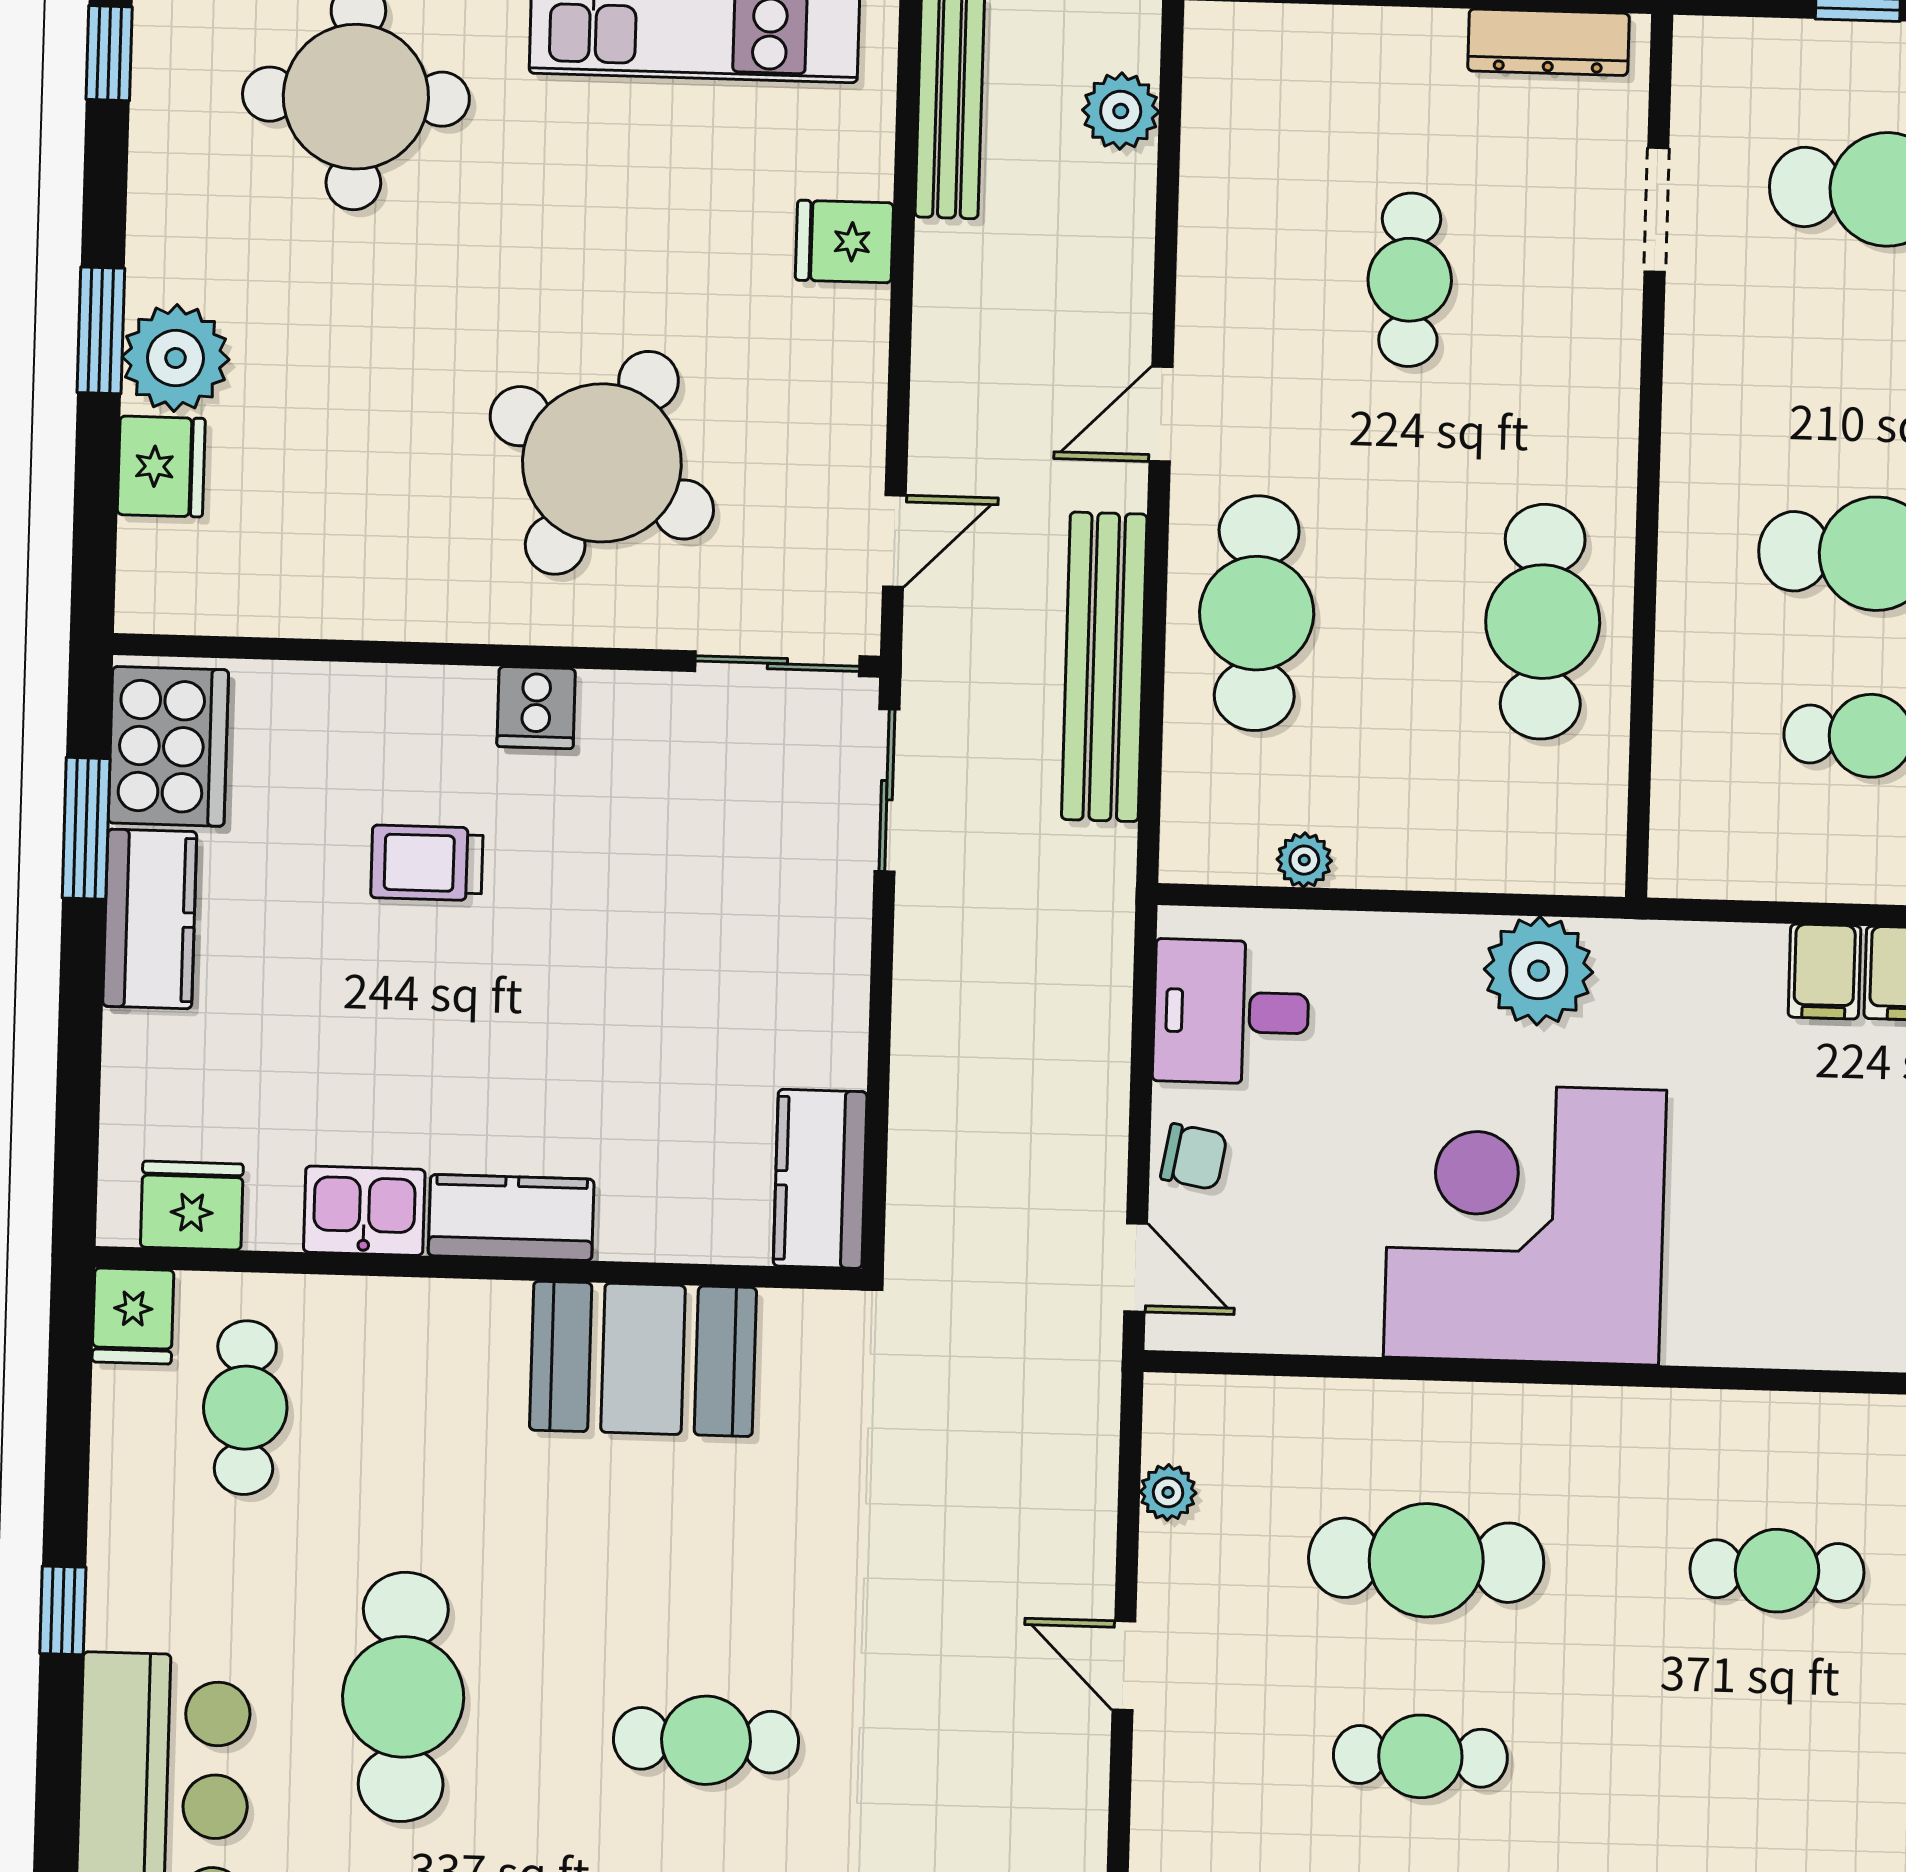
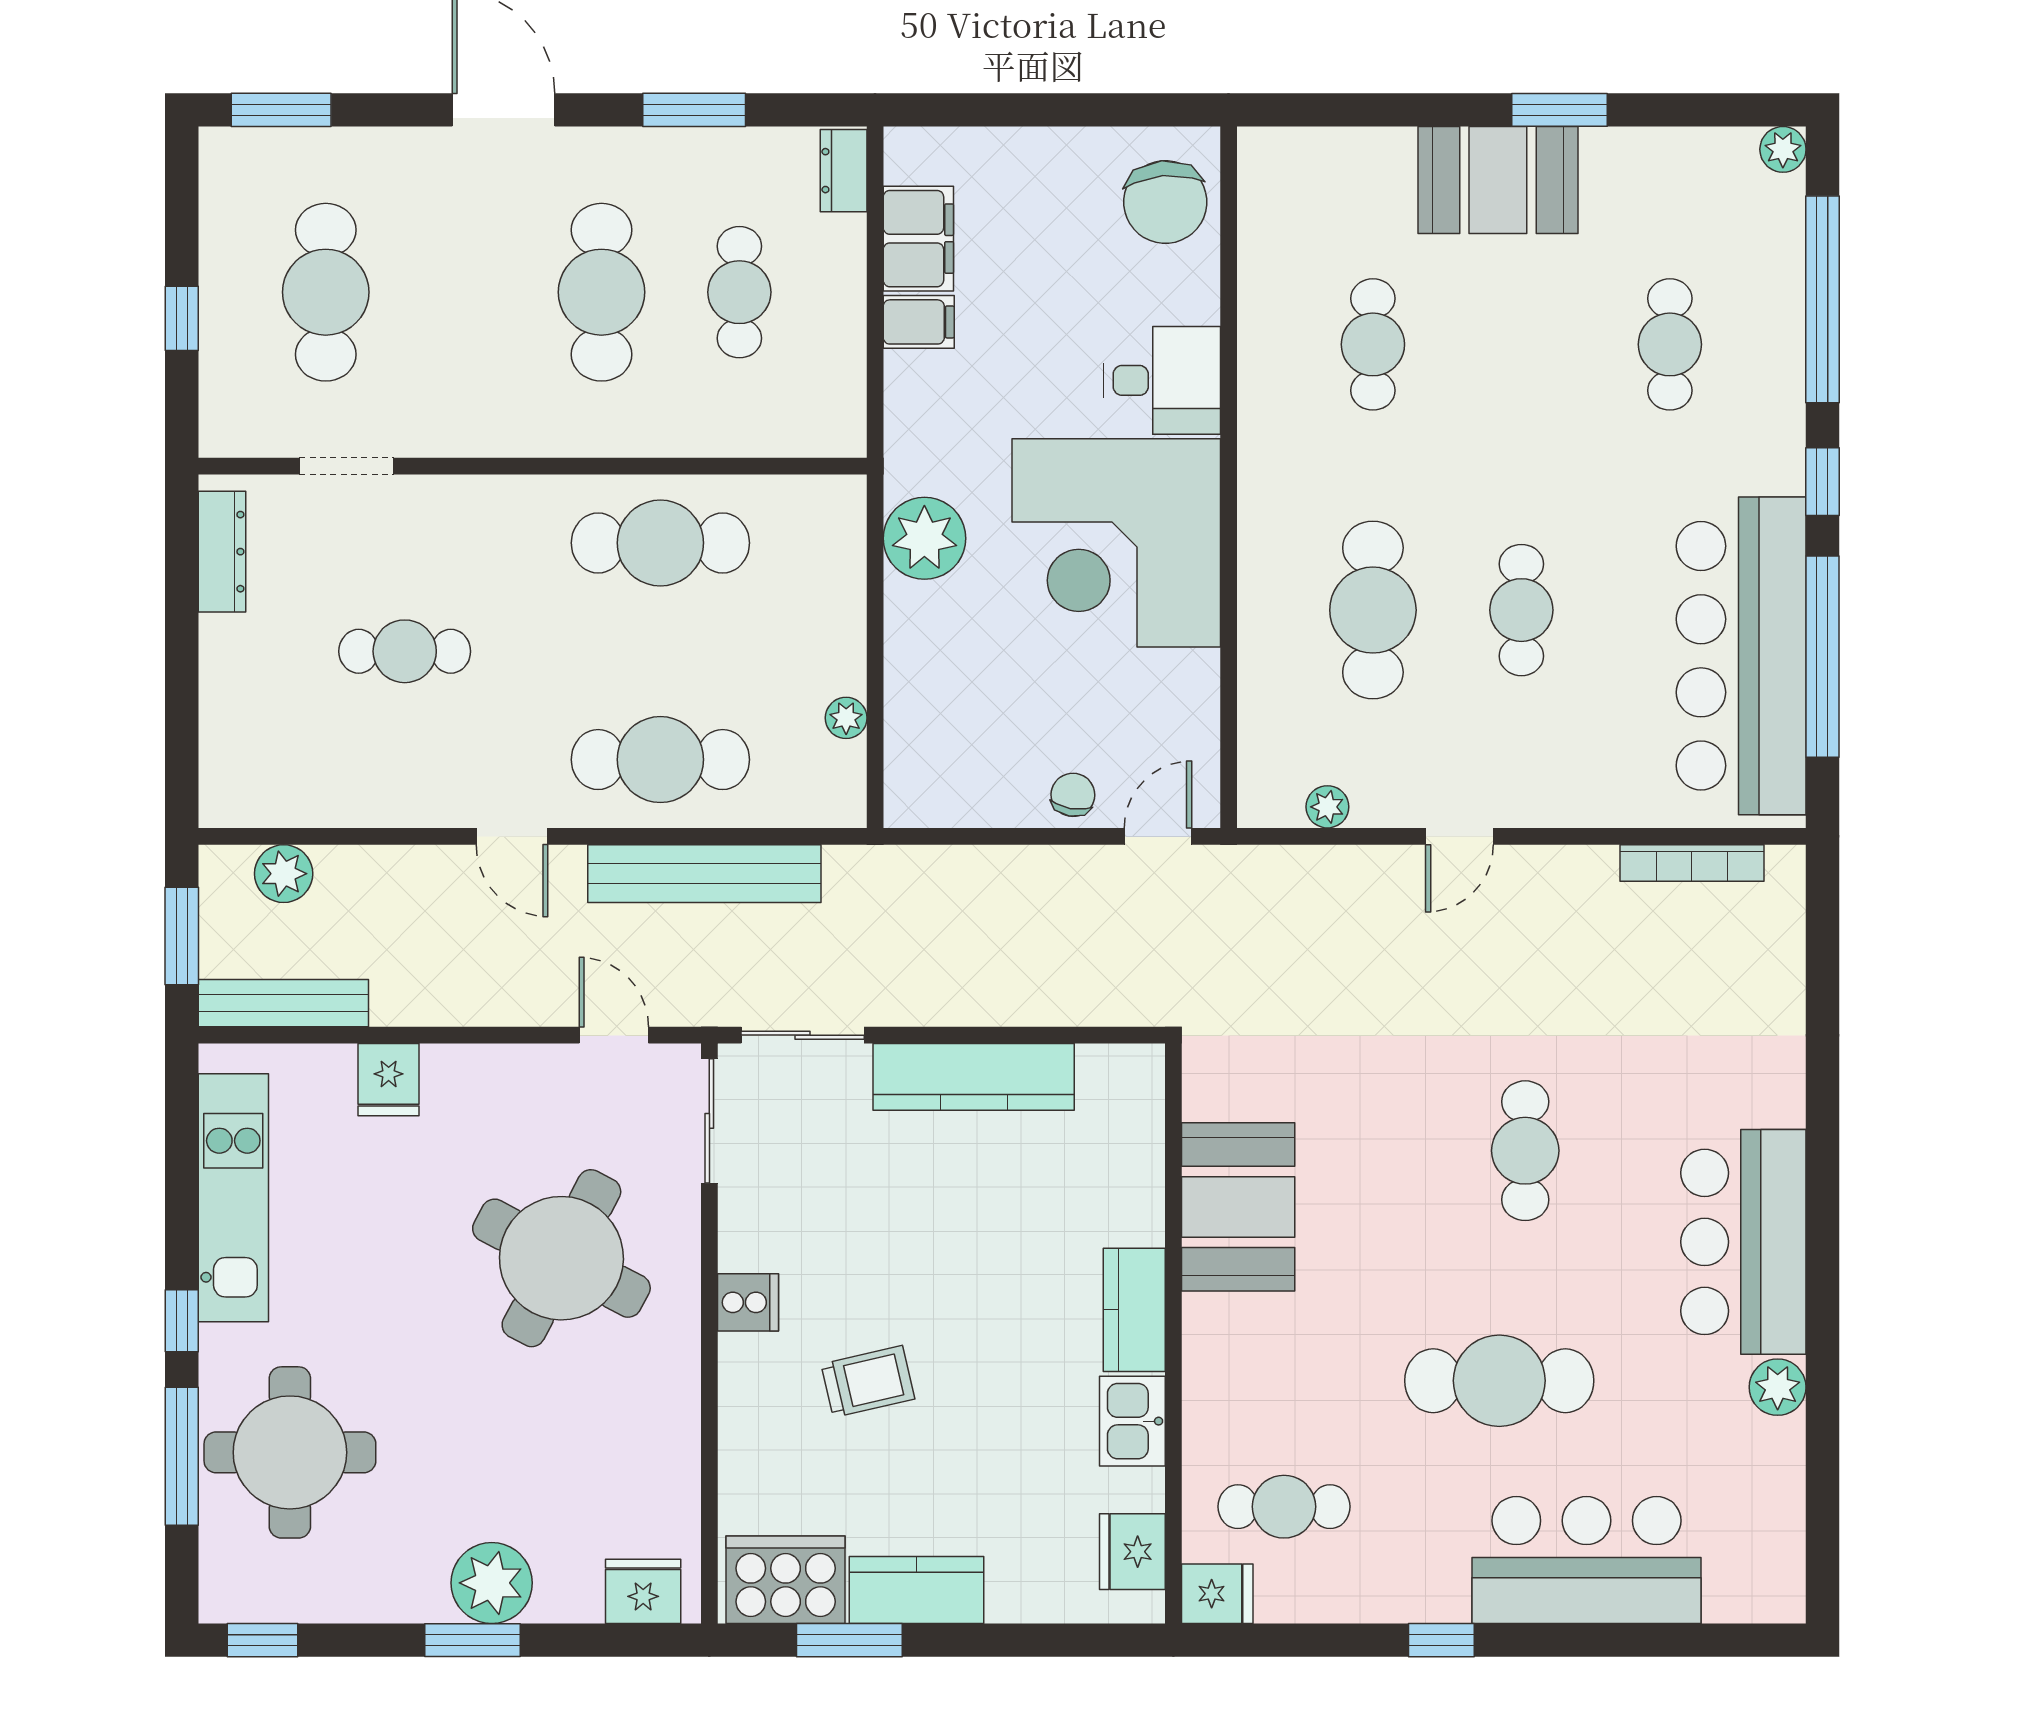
fridge: (161, 466) -> (643, 1591), moved
trolley: (427, 863) -> (868, 1382), turned -103
desk: (1231, 1012) -> (1162, 380), moved, turned -90
kitchen counter: (820, 1179) -> (974, 1077), moved, width x1.50

